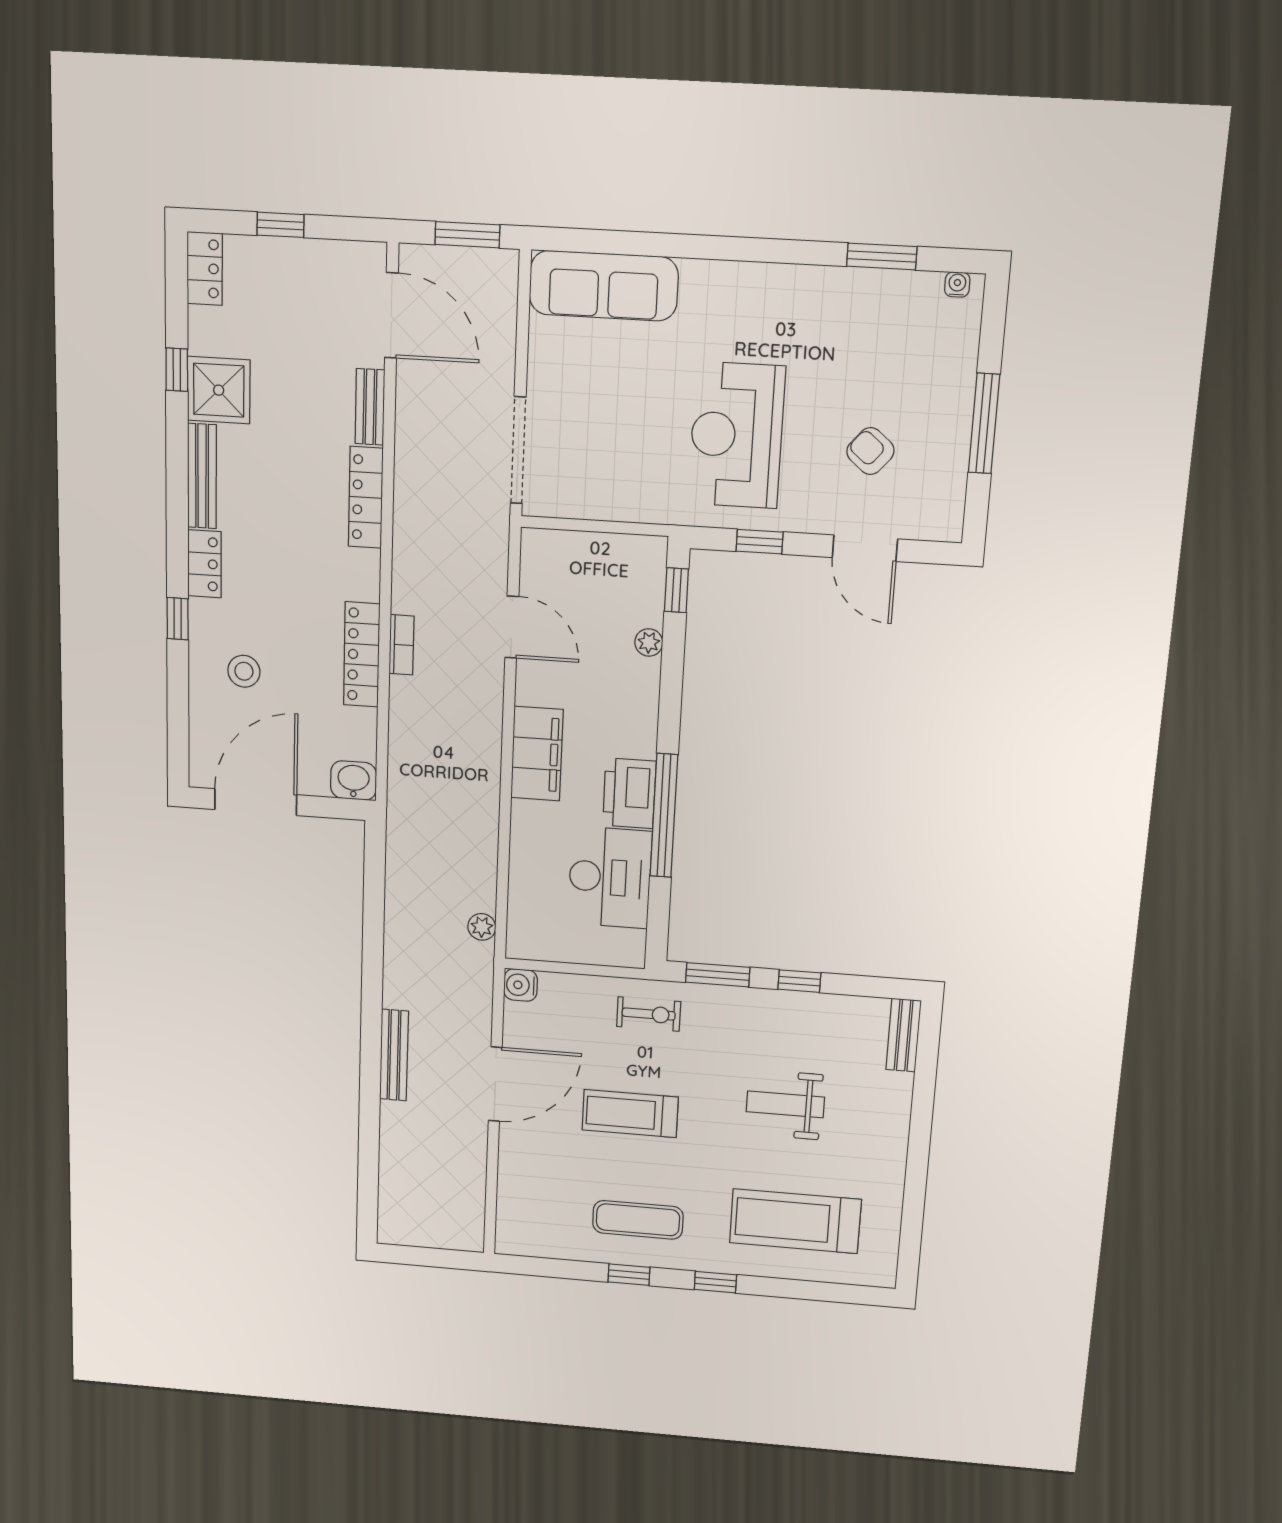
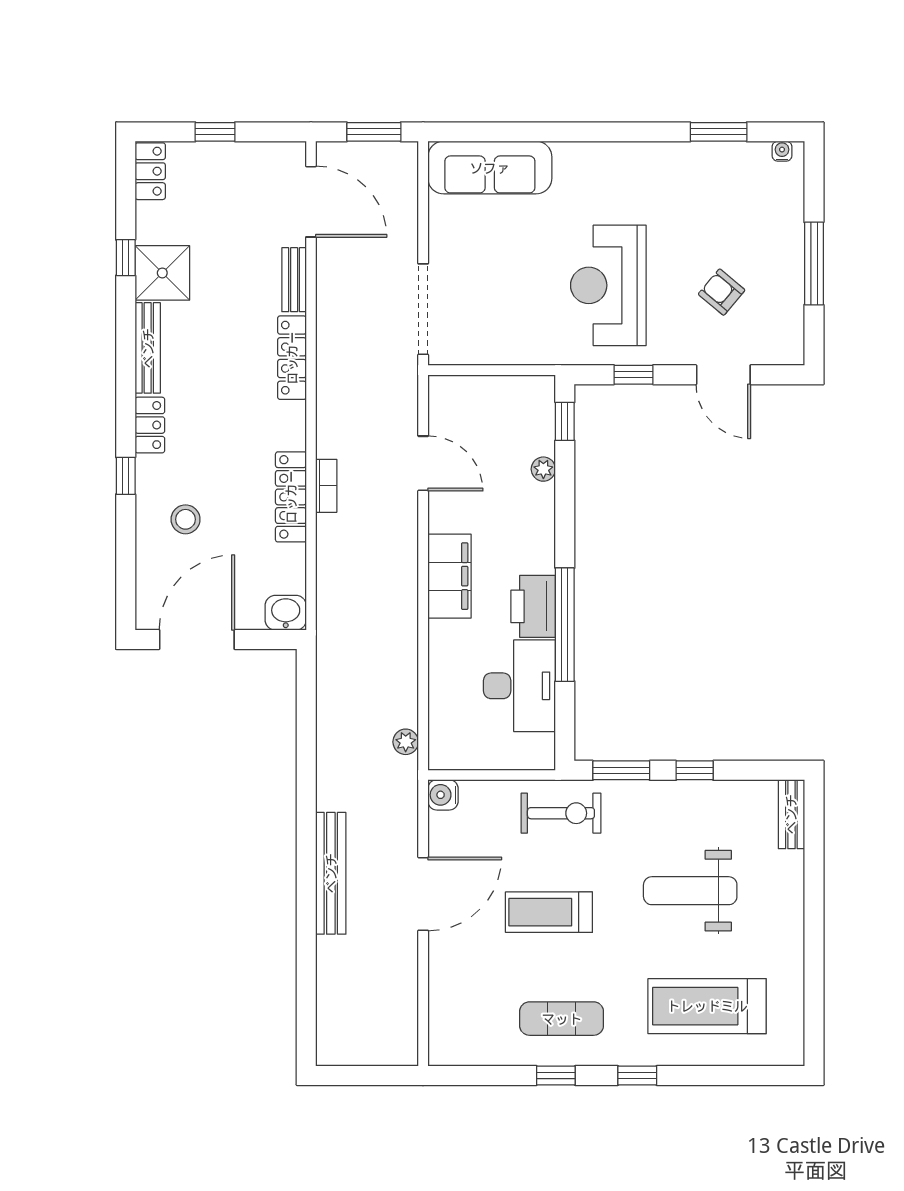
exercise bike: (649, 1014) -> (561, 813), width x1.38, depth x1.39
bench: (394, 1055) -> (331, 873), width x1.37, depth x1.21
weight bench: (785, 1104) -> (690, 891), width x1.36, depth x1.33

